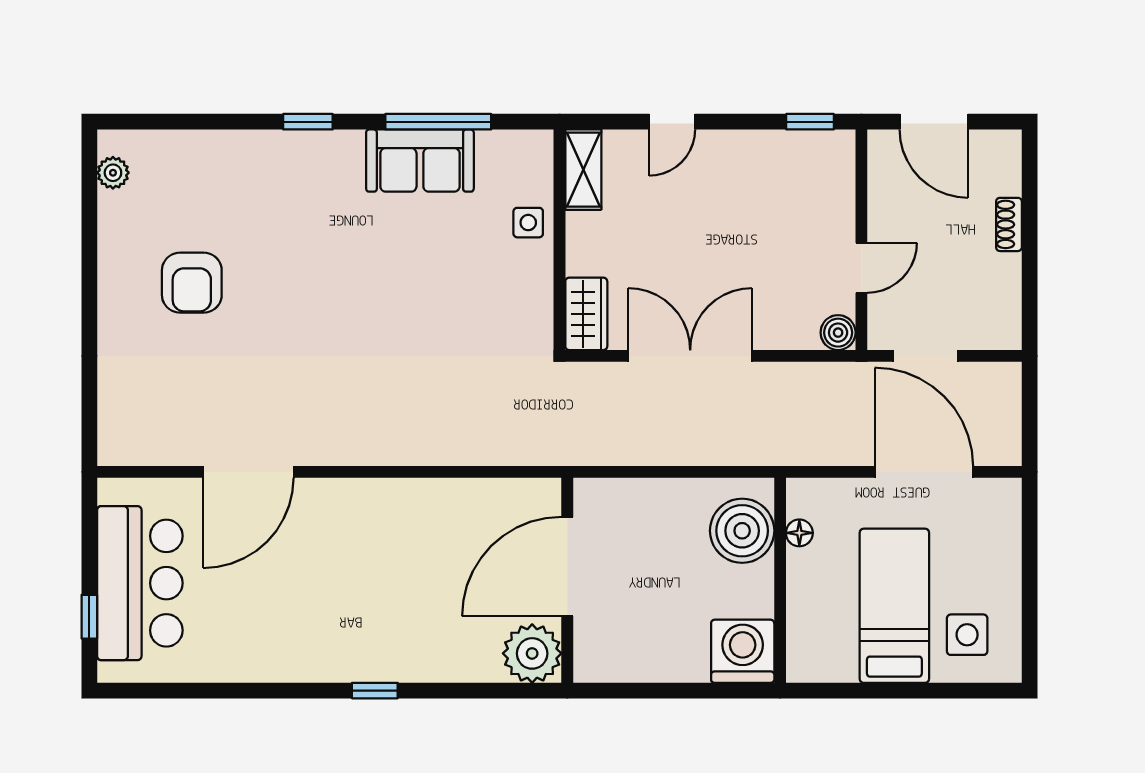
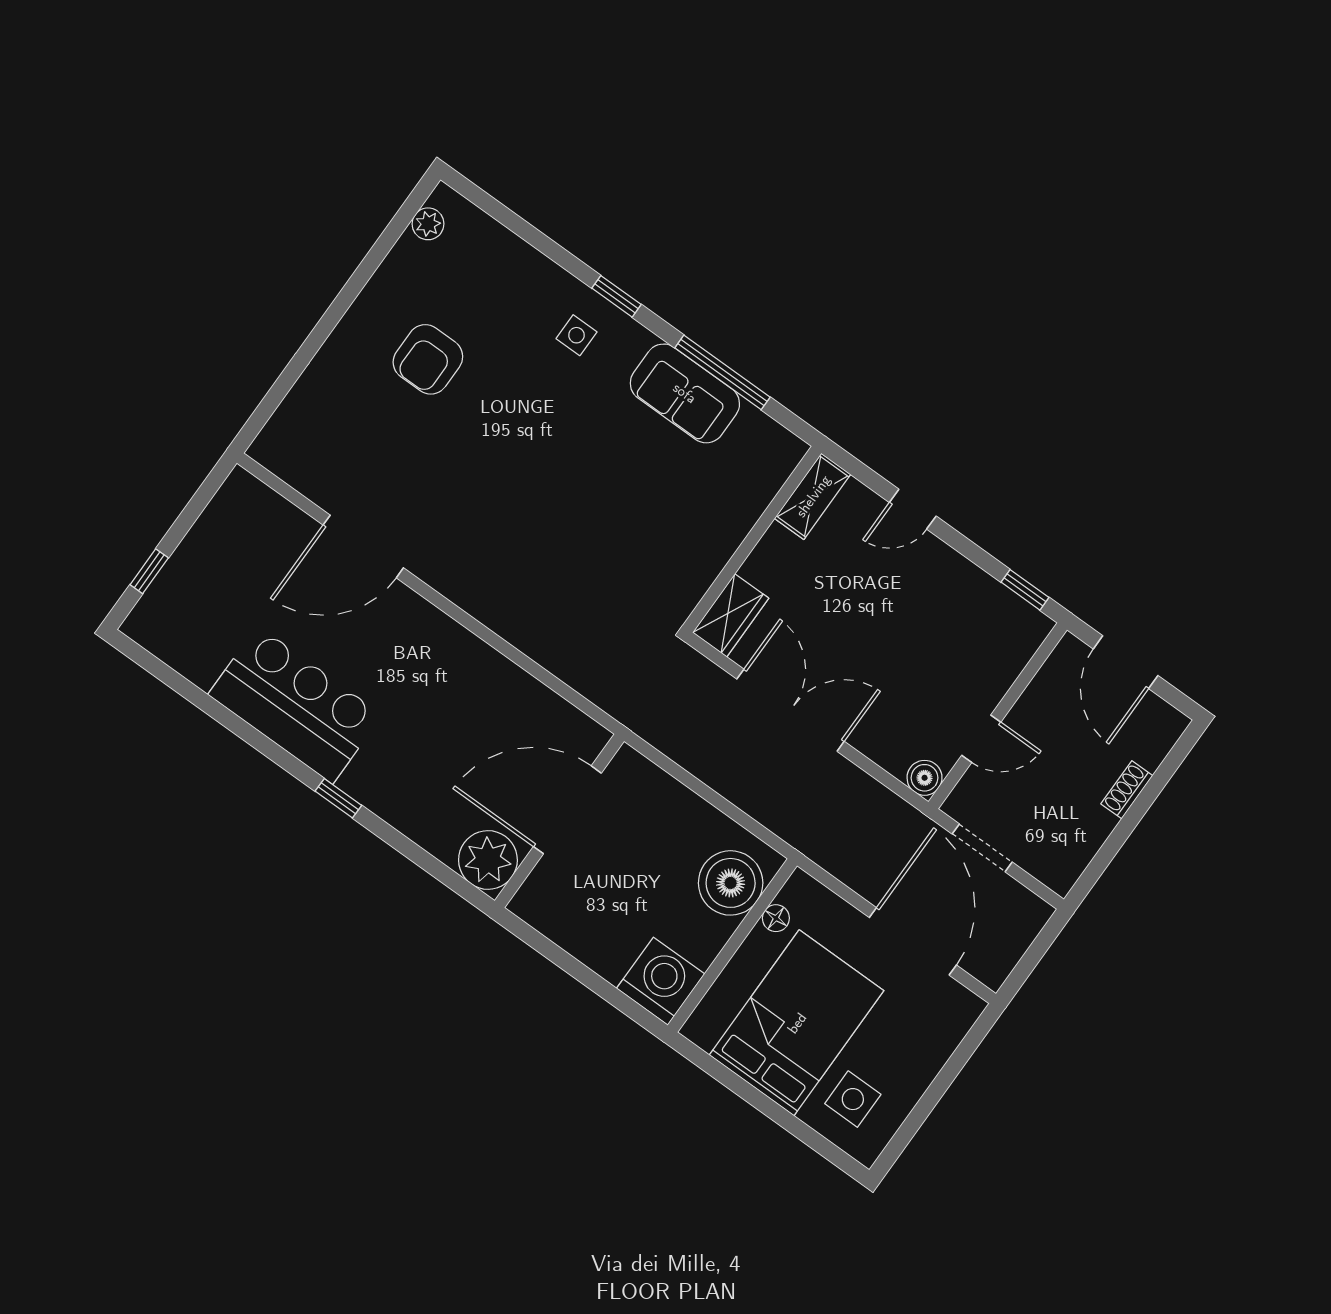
side table: (528, 223) -> (576, 335), moved
bar counter: (140, 583) -> (295, 705), moved, turned -90
bed: (894, 606) -> (797, 1023), width x1.50

